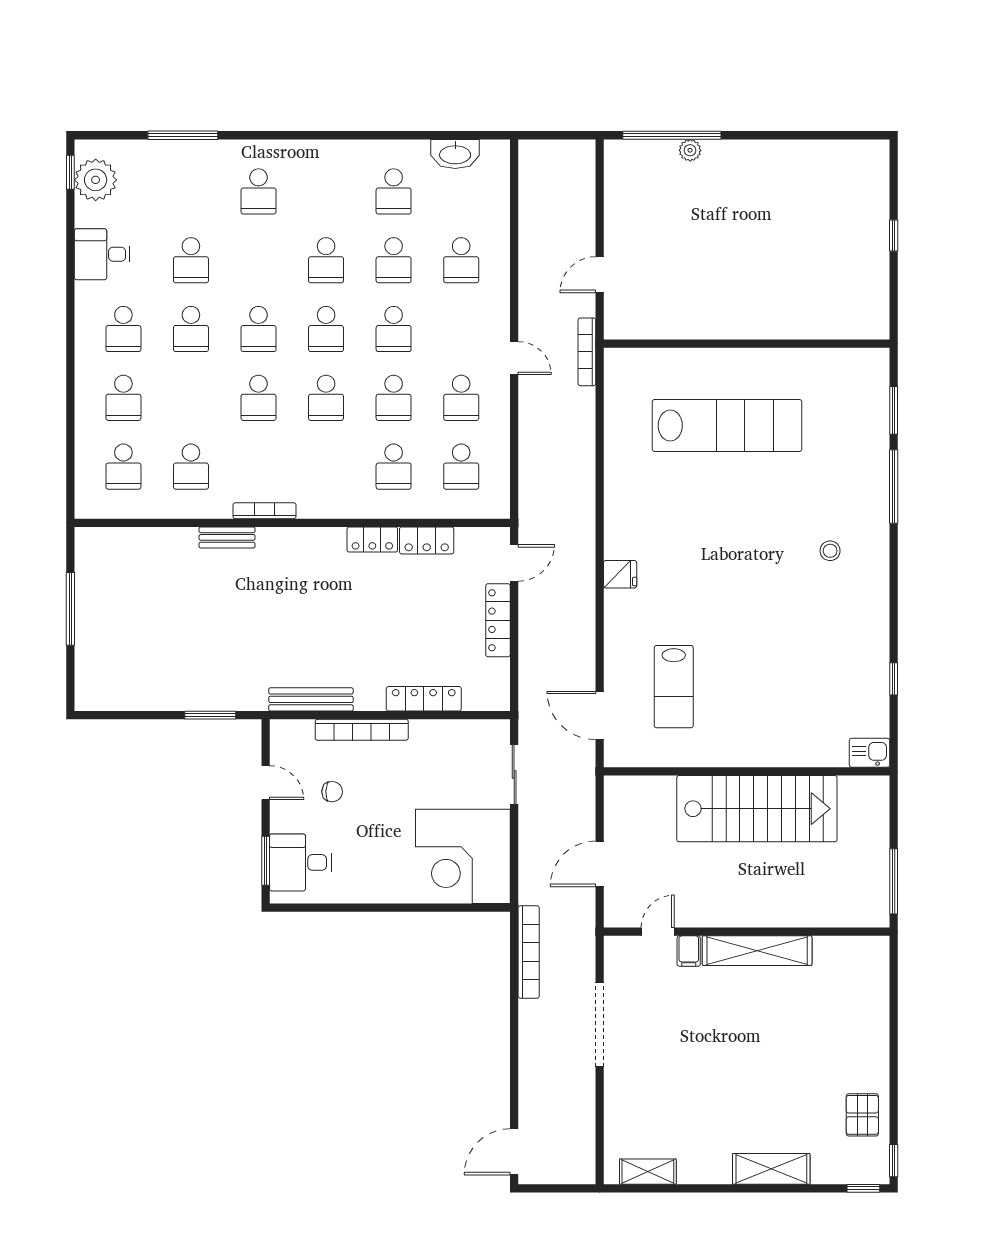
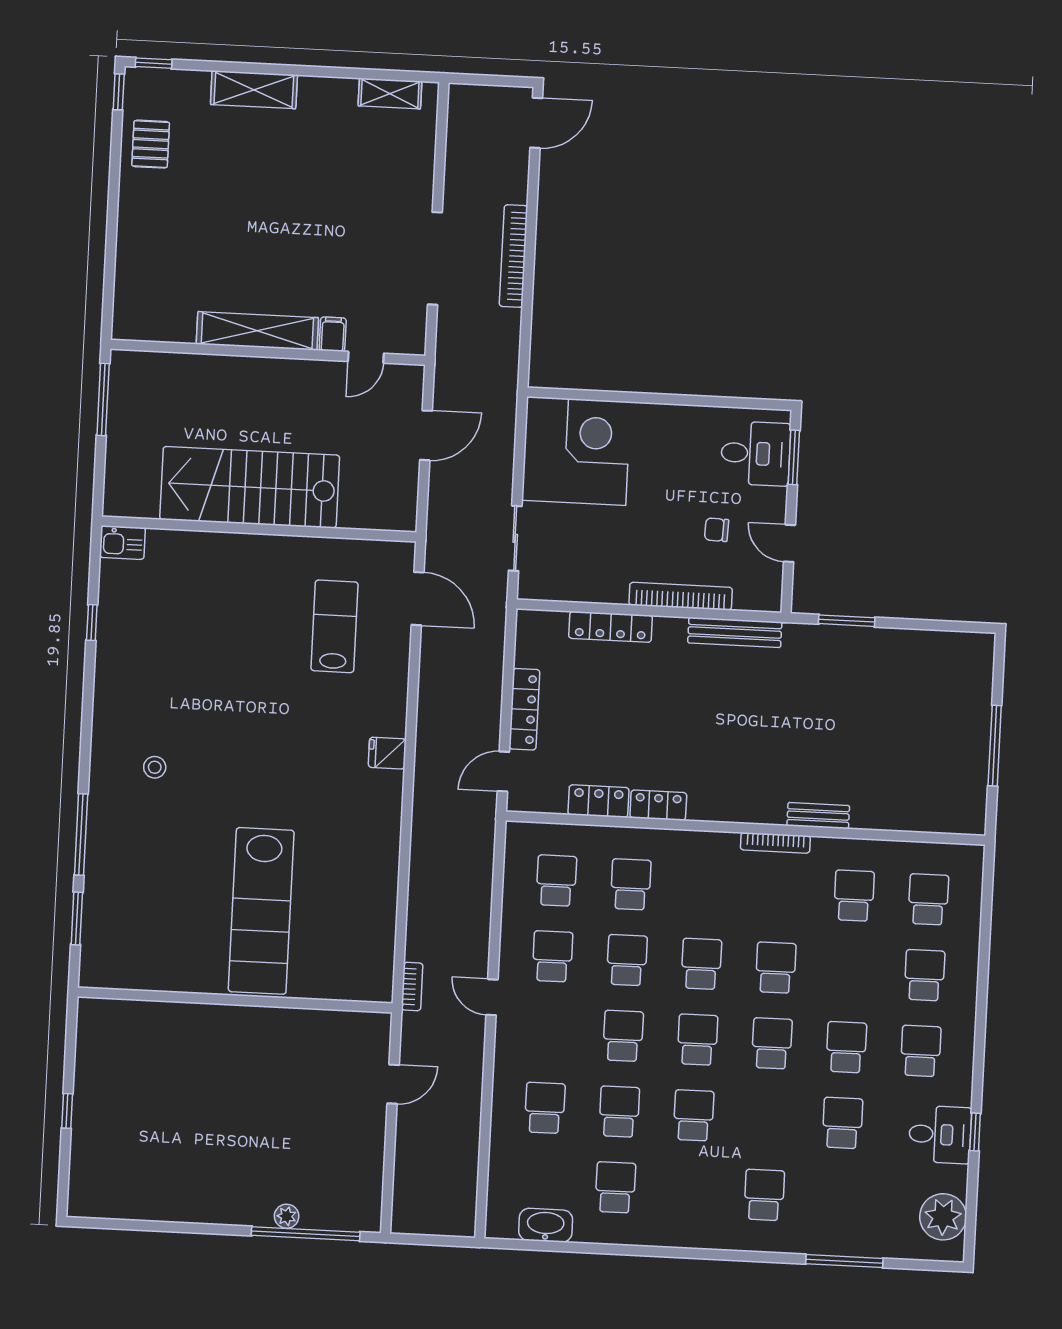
window: (70, 172) -> (975, 1132), moved
bookcase: (587, 352) -> (412, 987), width x0.64
lab bench: (727, 426) -> (261, 911), turned -90
bookcase: (529, 952) -> (513, 256), moved

